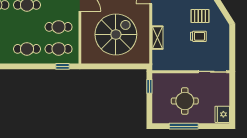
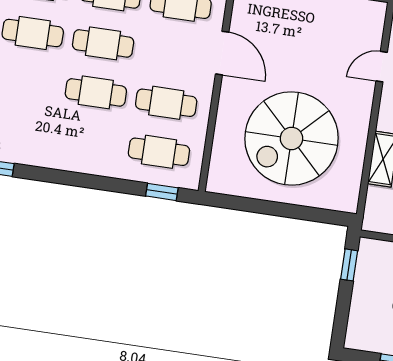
spiral stairs: (116, 34) -> (292, 138), turned 180
cafe table: (27, 49) -> (96, 92), moved

